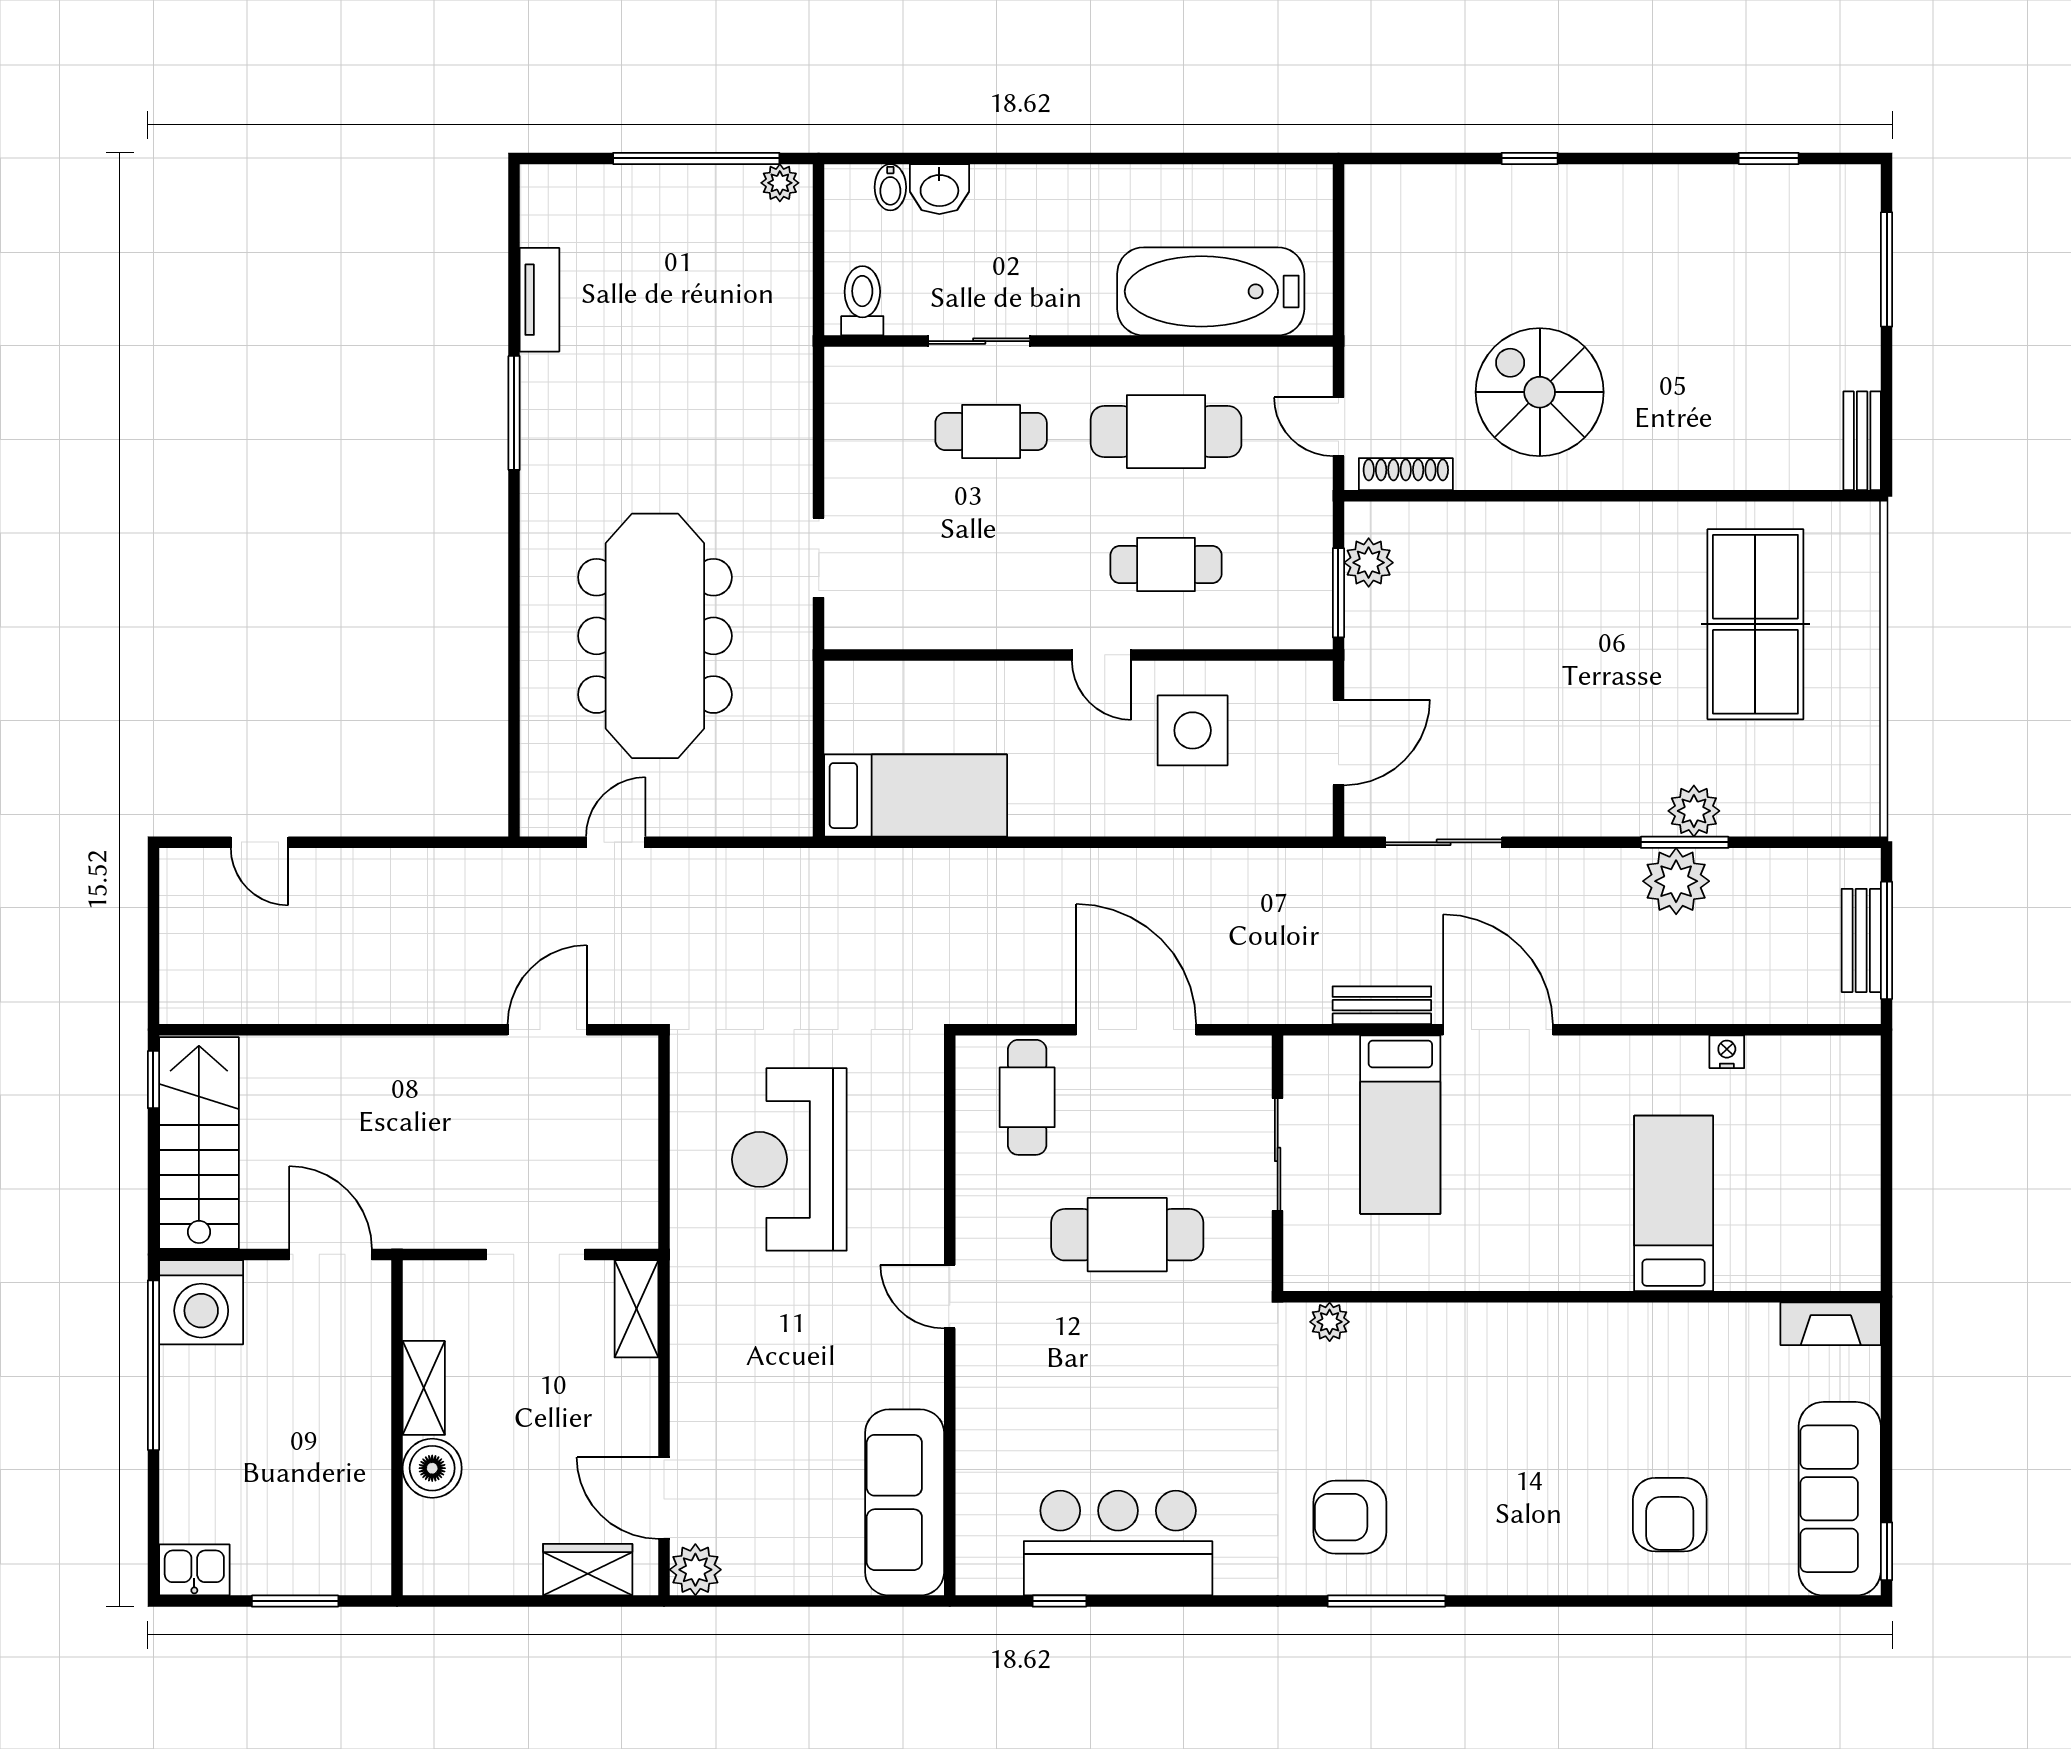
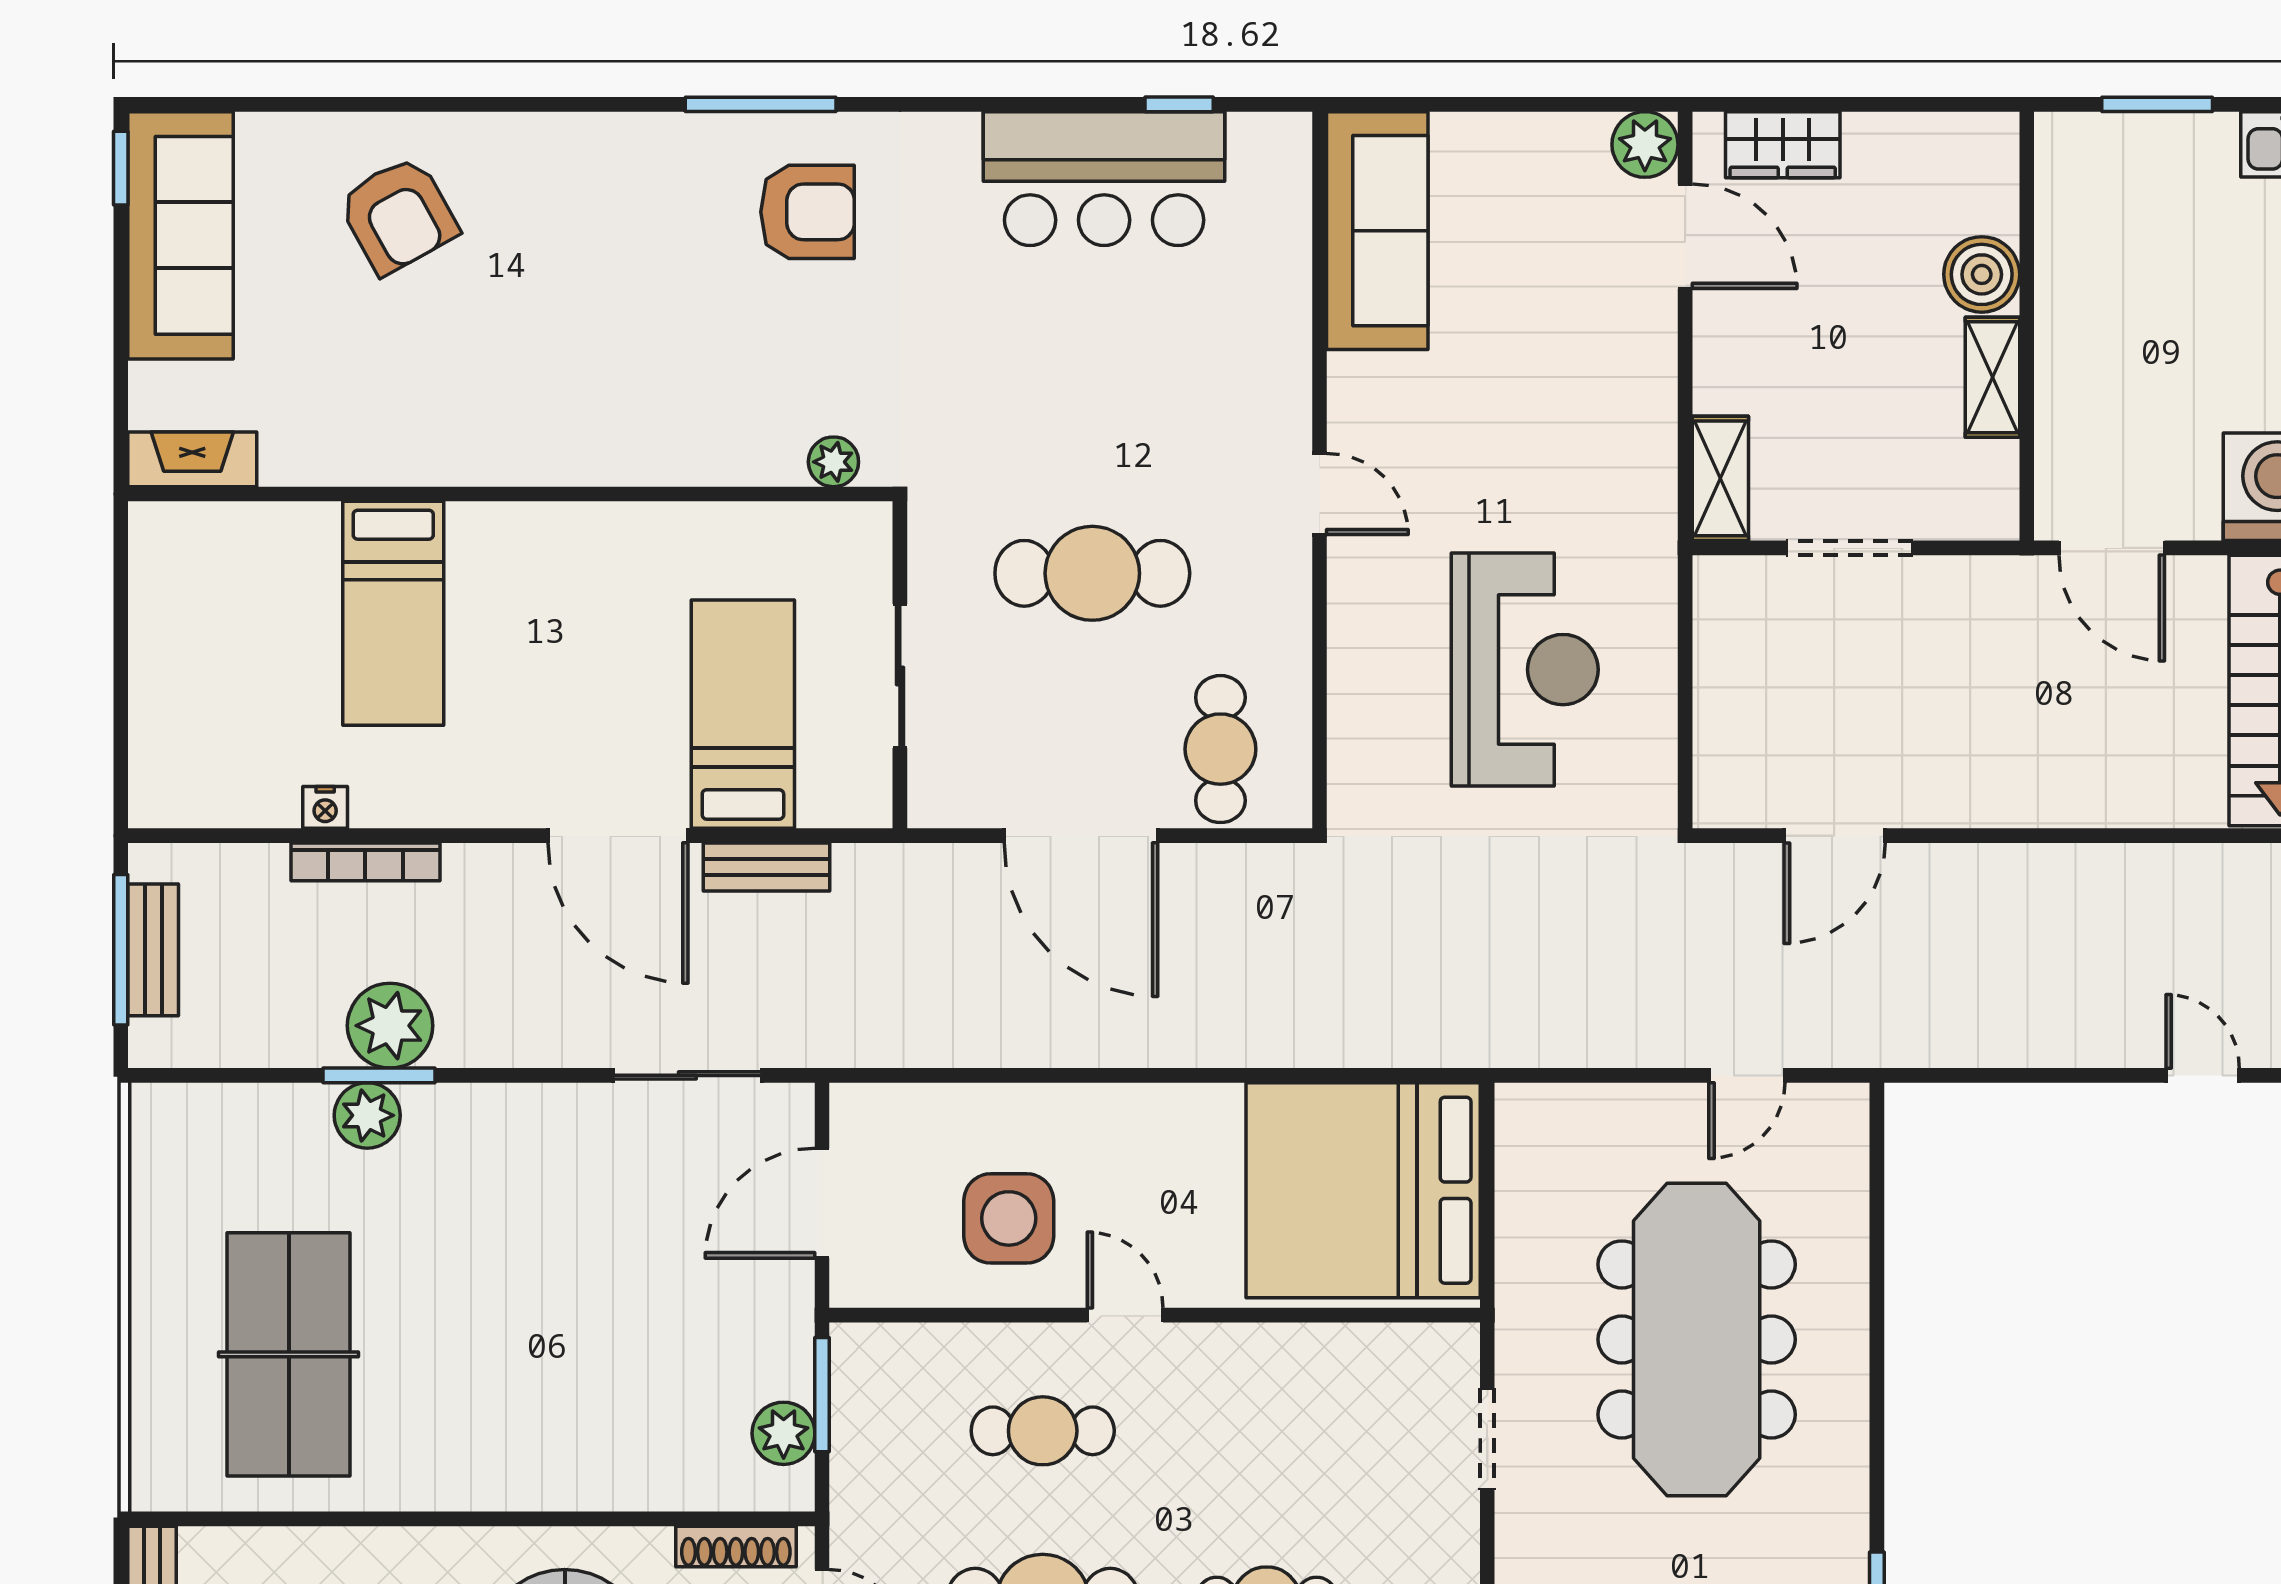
bed: (916, 796) -> (1363, 1190), width x2.04
bookcase: (1695, 1009) -> (365, 862), added
armchair: (1670, 1515) -> (398, 215), turned 151

